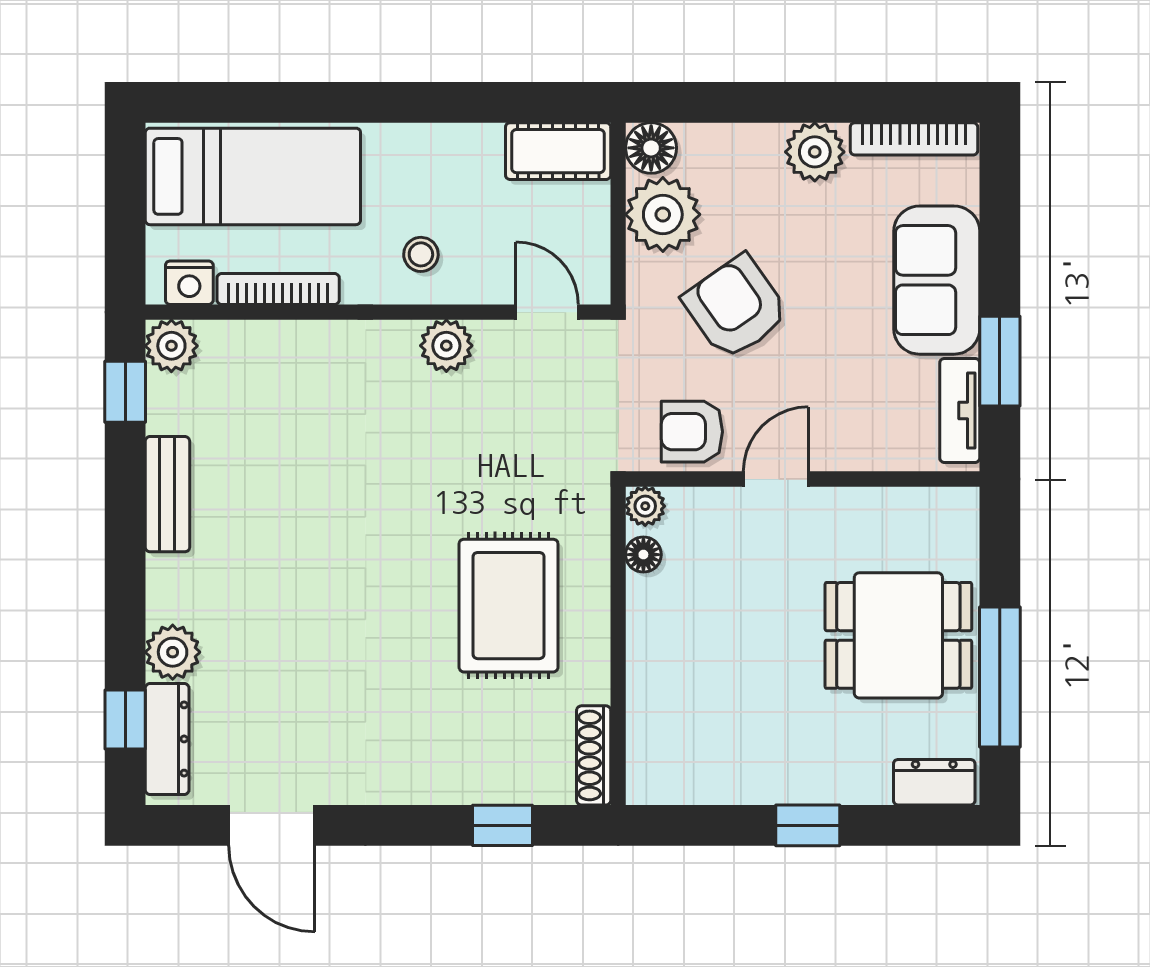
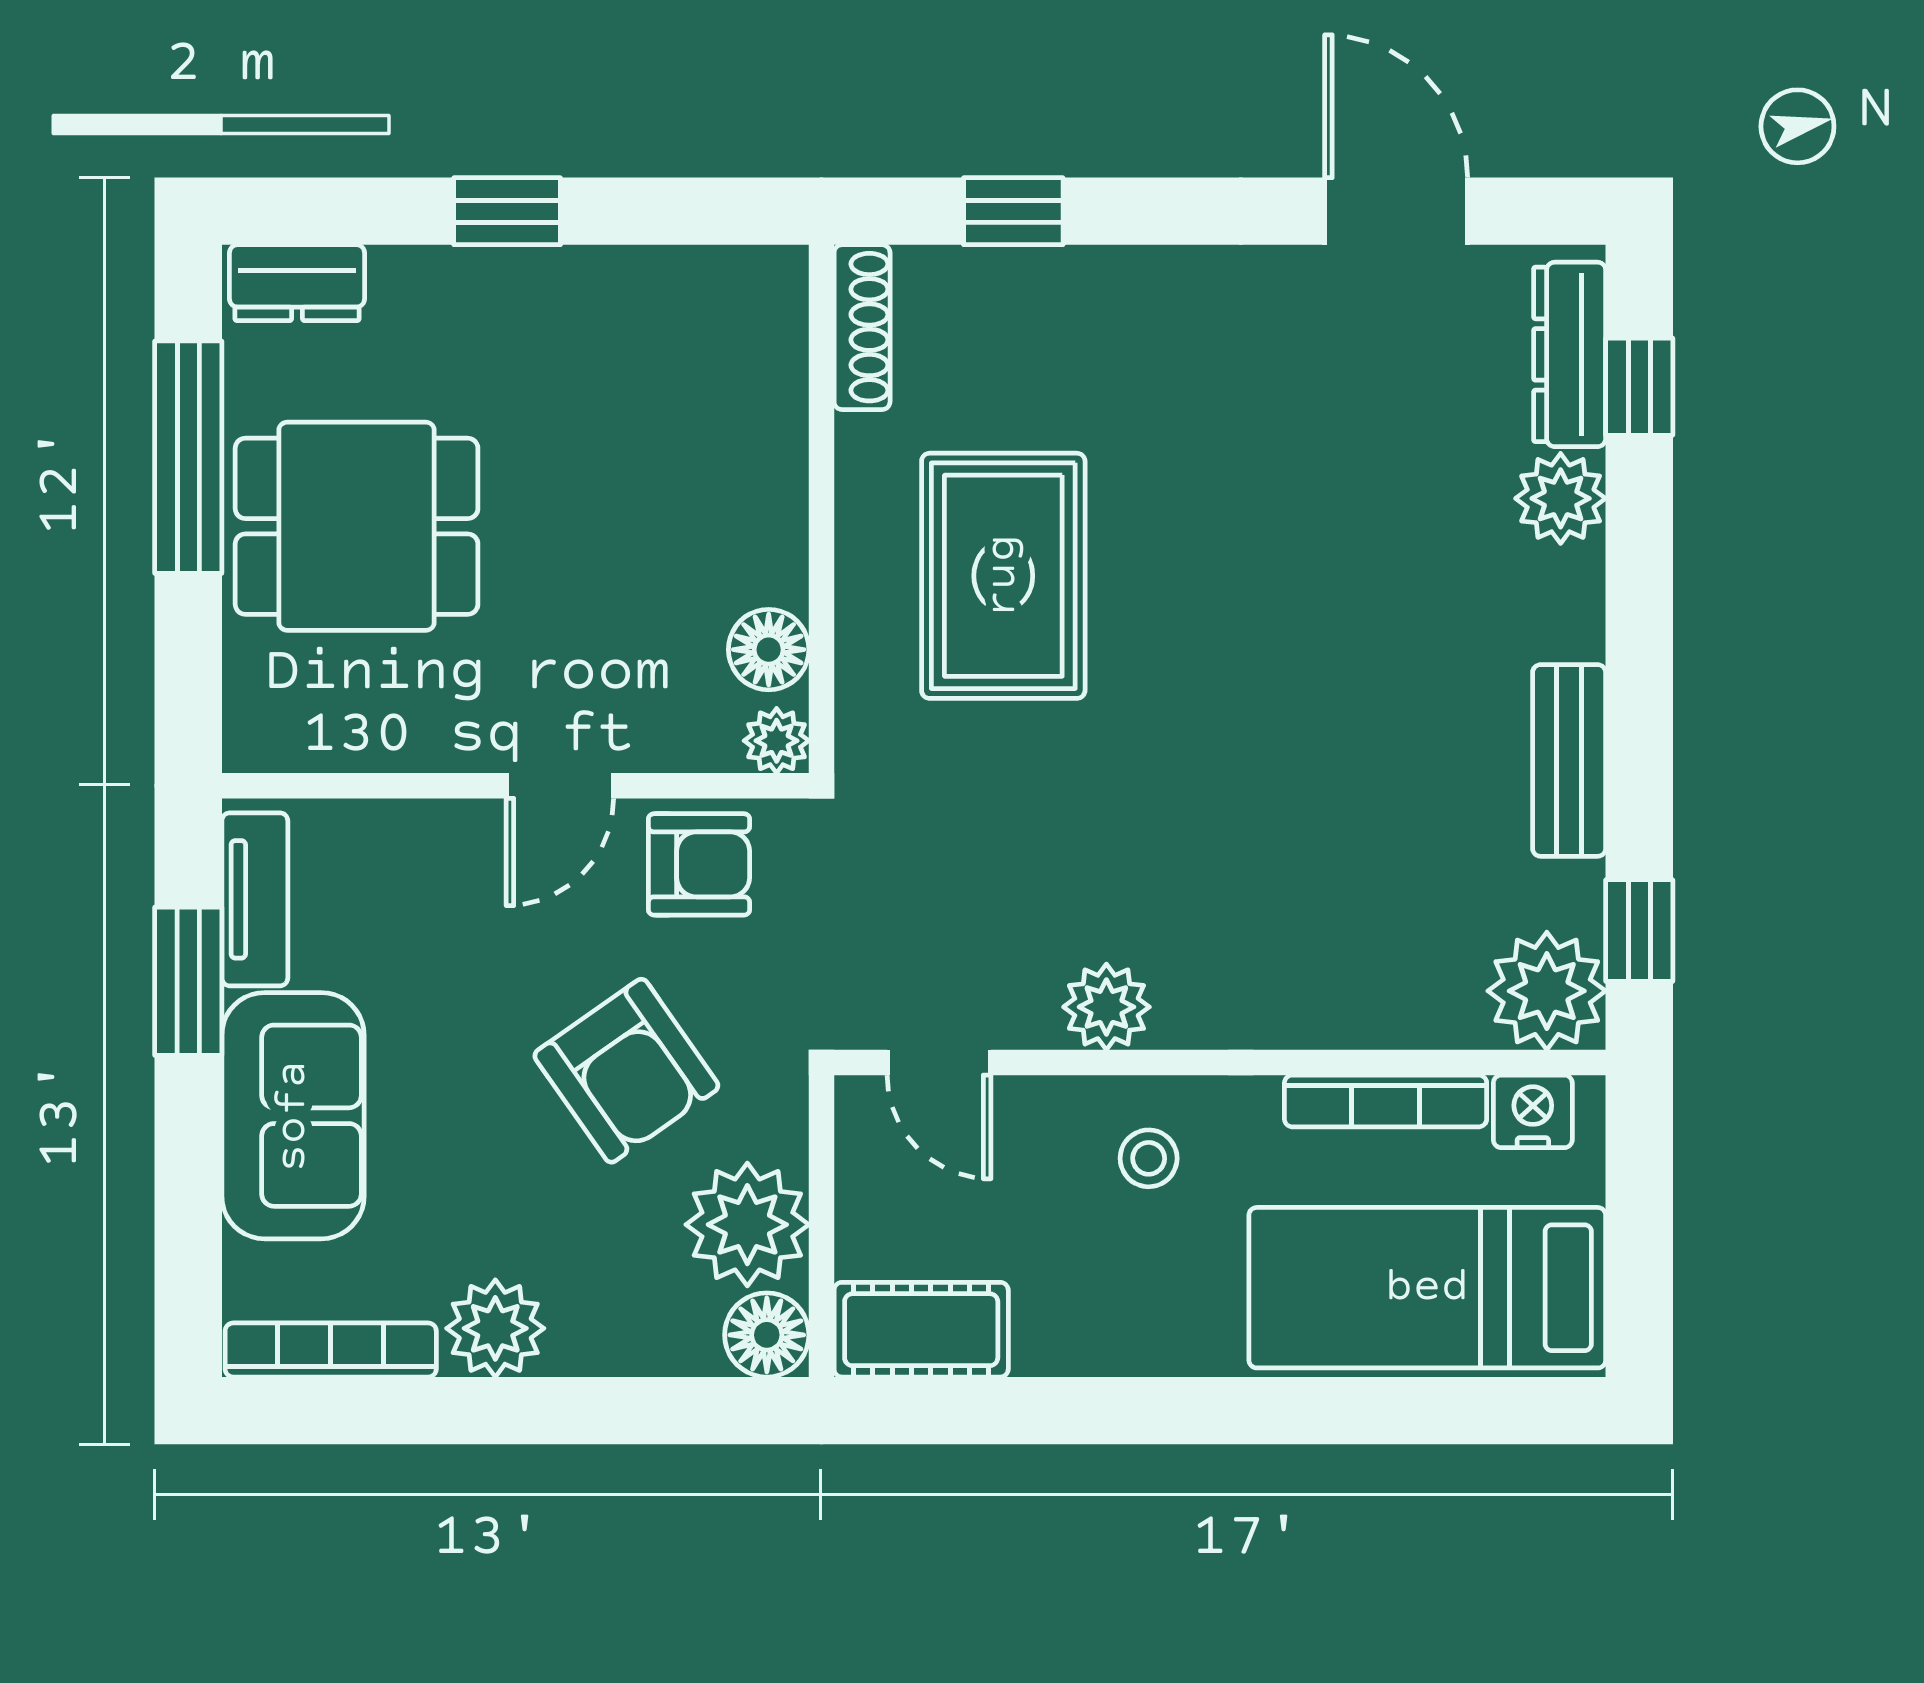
plant: (171, 346) -> (1547, 991), width x1.36, depth x1.36
floor lamp: (643, 555) -> (769, 650), width x1.37, depth x1.37

